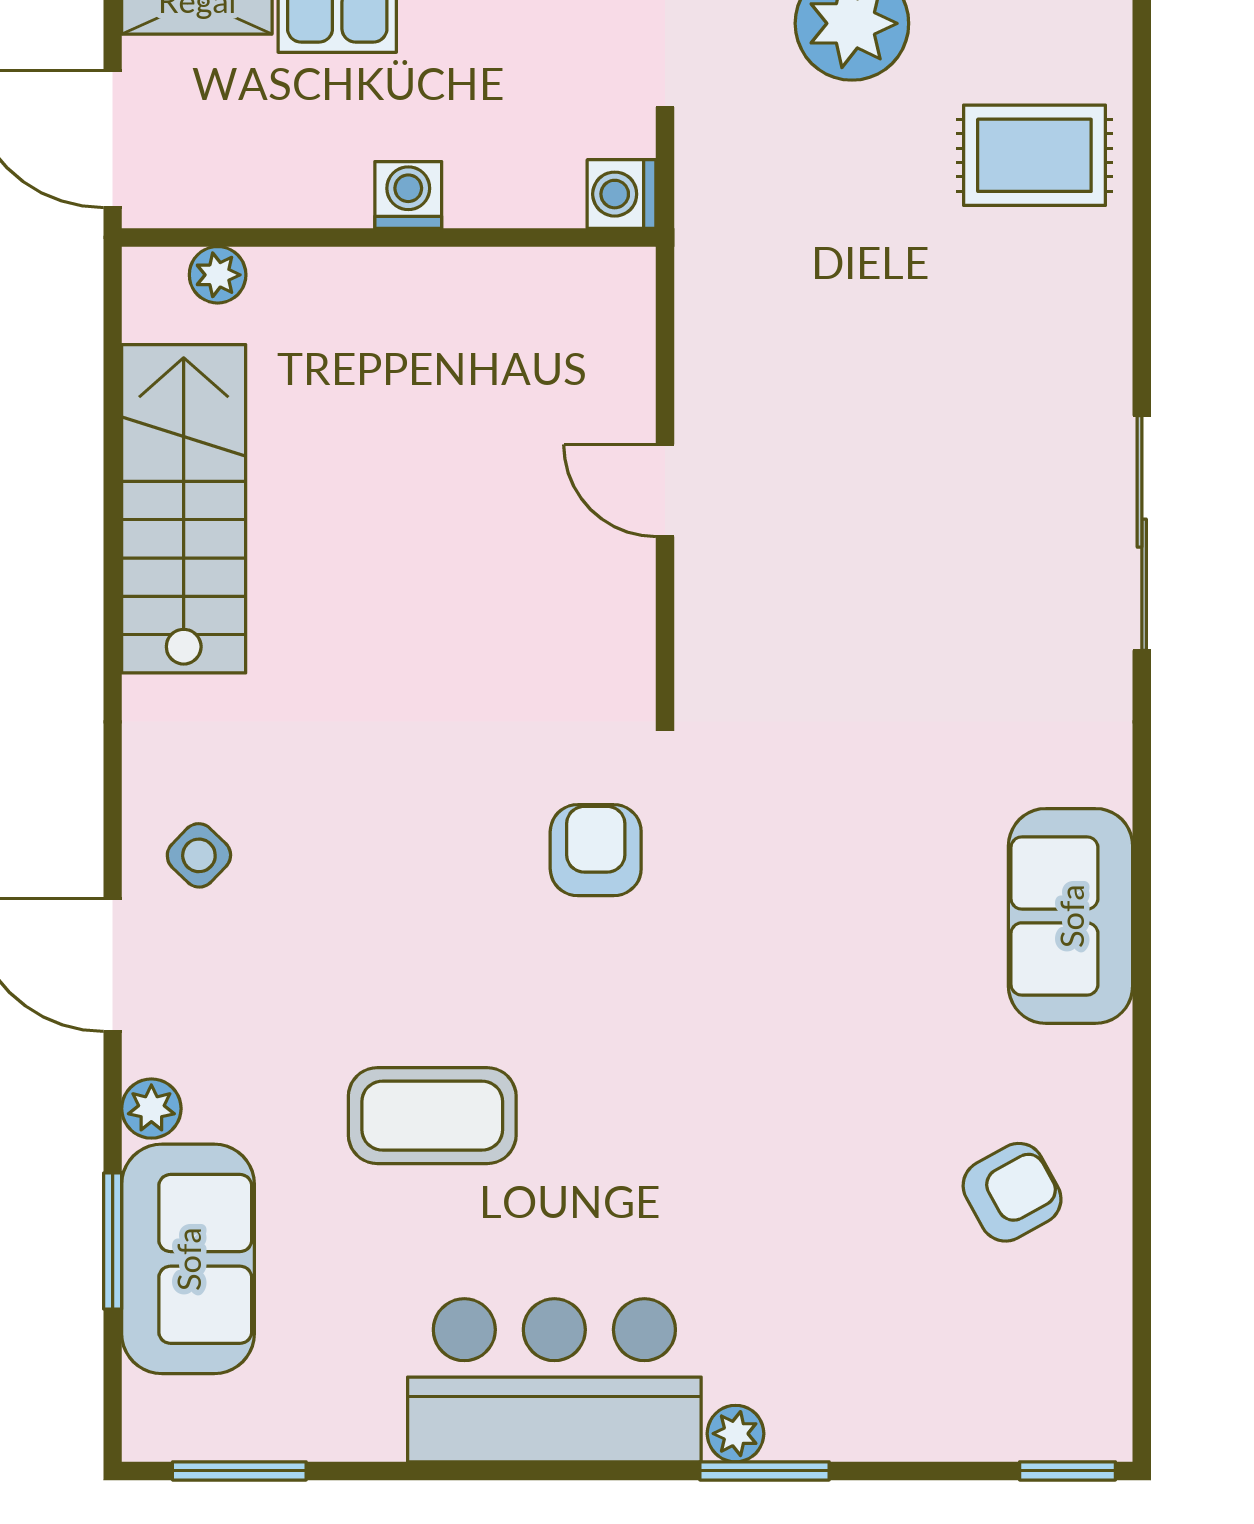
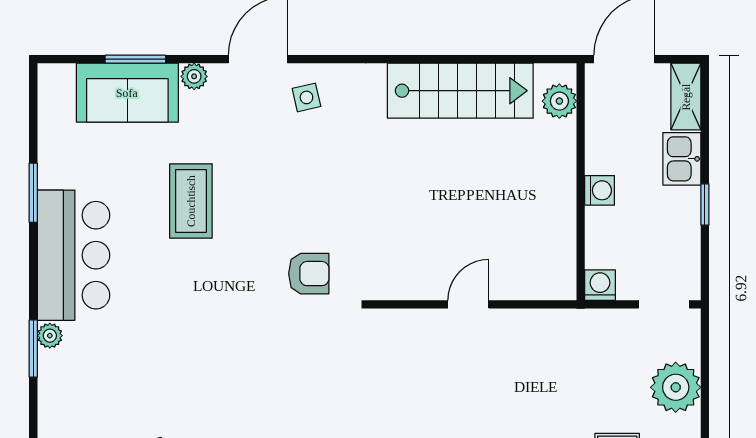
plant: (218, 275) -> (559, 101), width x1.38, depth x1.38
side table: (199, 855) -> (306, 97), turned 33
window: (239, 1471) -> (33, 193), moved

